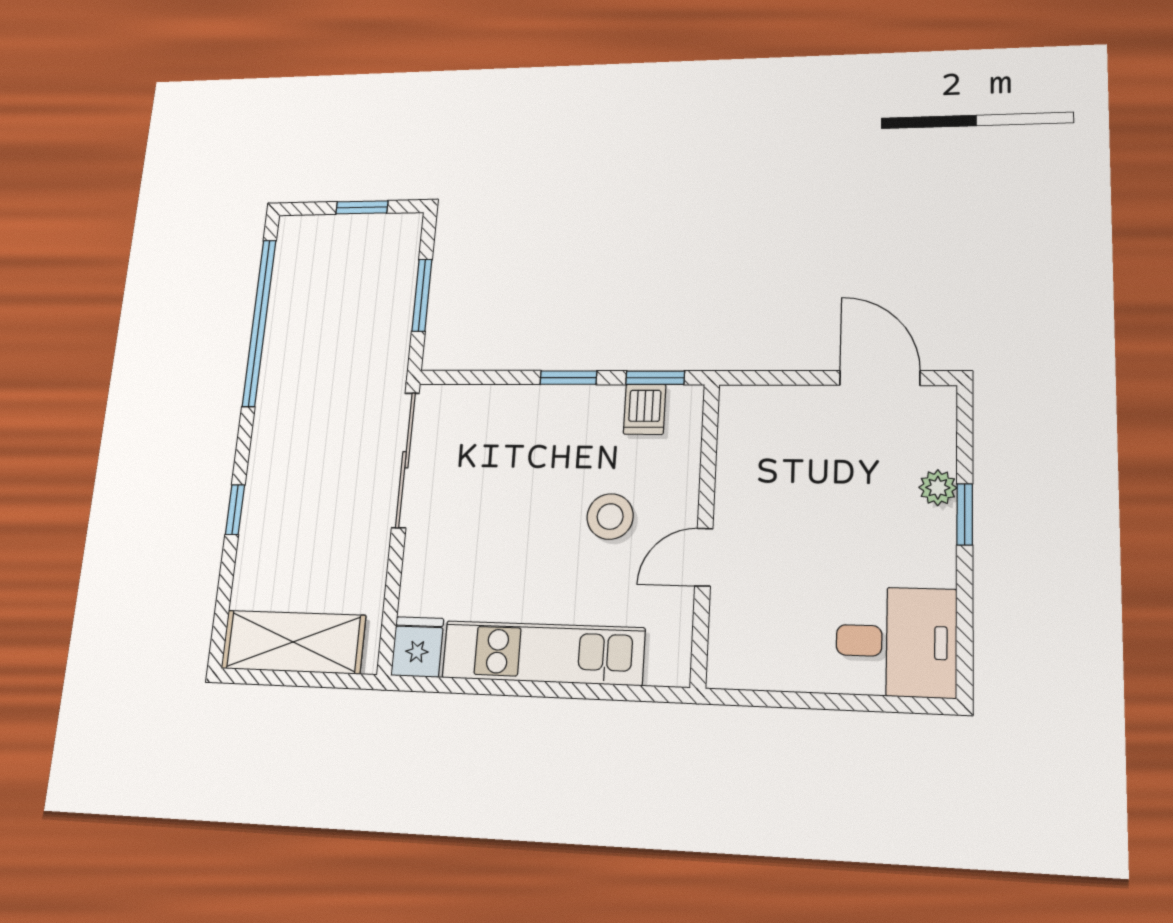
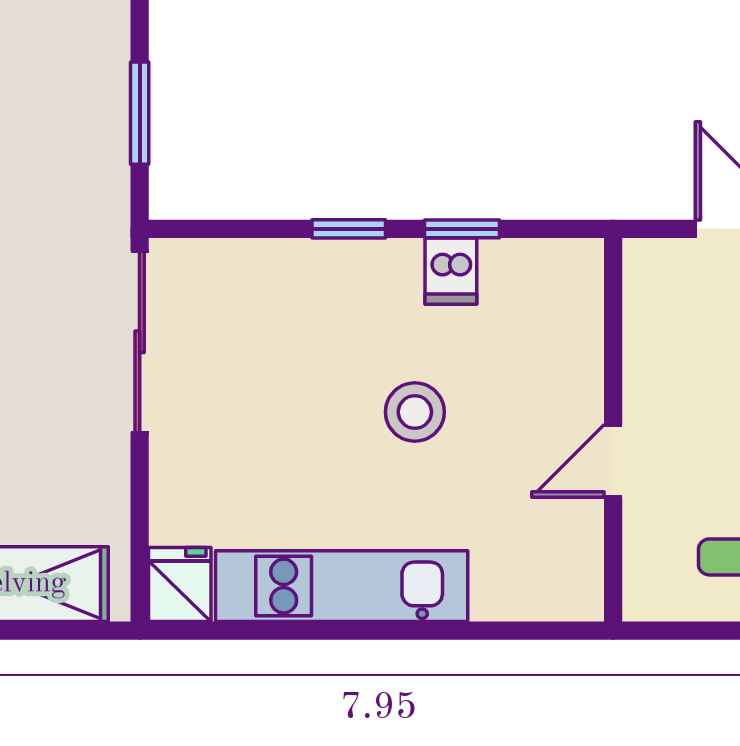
wall: (705, 532) -> (613, 430), moved
door: (704, 557) -> (613, 461), moved

